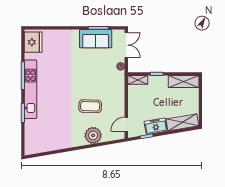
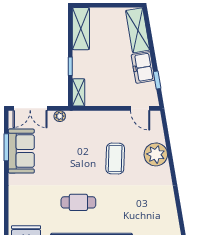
double door: (126, 45) -> (30, 108), swing flipped
cafe table: (59, 80) -> (78, 202), added

